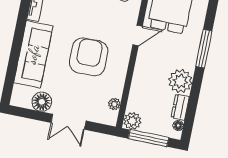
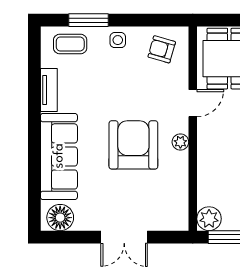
floor lamp: (42, 102) -> (60, 218), moved
plant: (114, 104) -> (180, 142), moved

